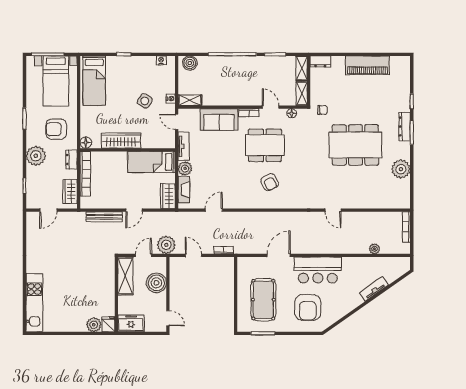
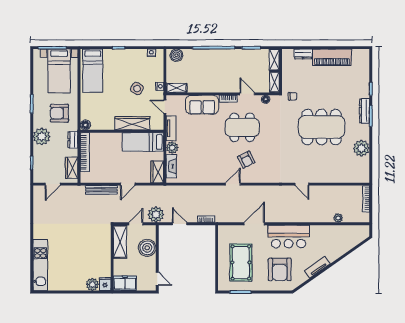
dresser: (320, 61) -> (303, 54), moved
wardrobe: (121, 141) -> (132, 123), moved
door: (214, 210) -> (233, 184), moved
tv unit: (374, 289) -> (317, 267), moved

